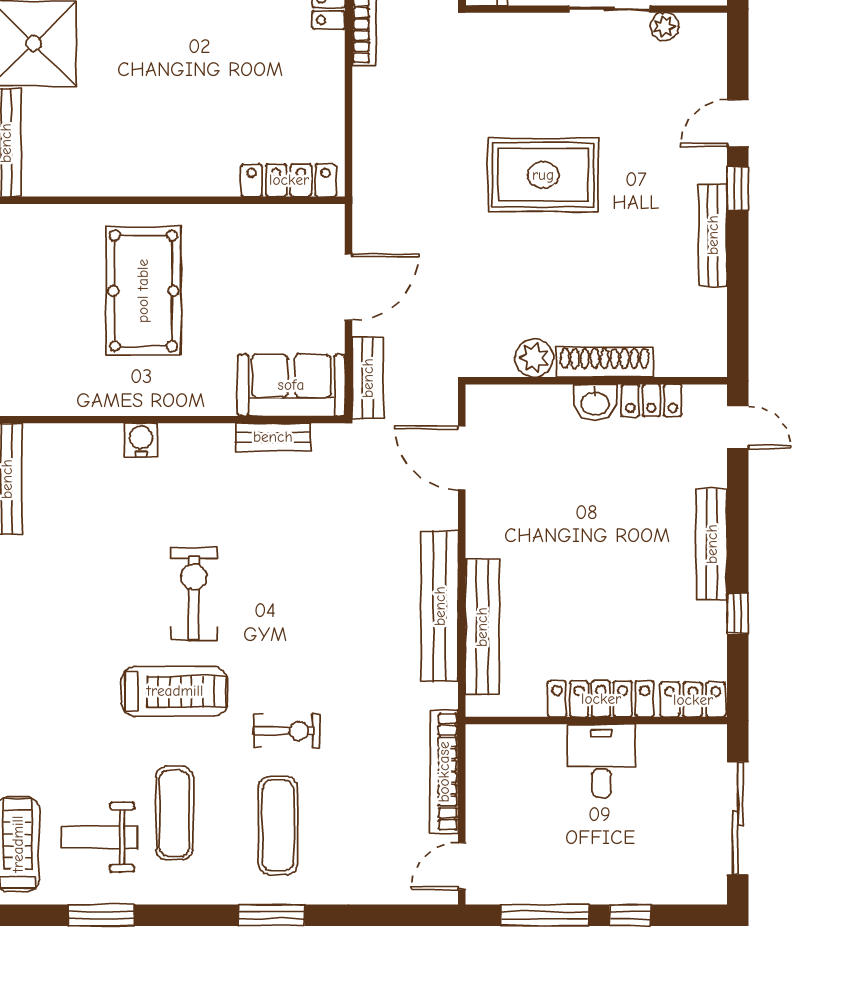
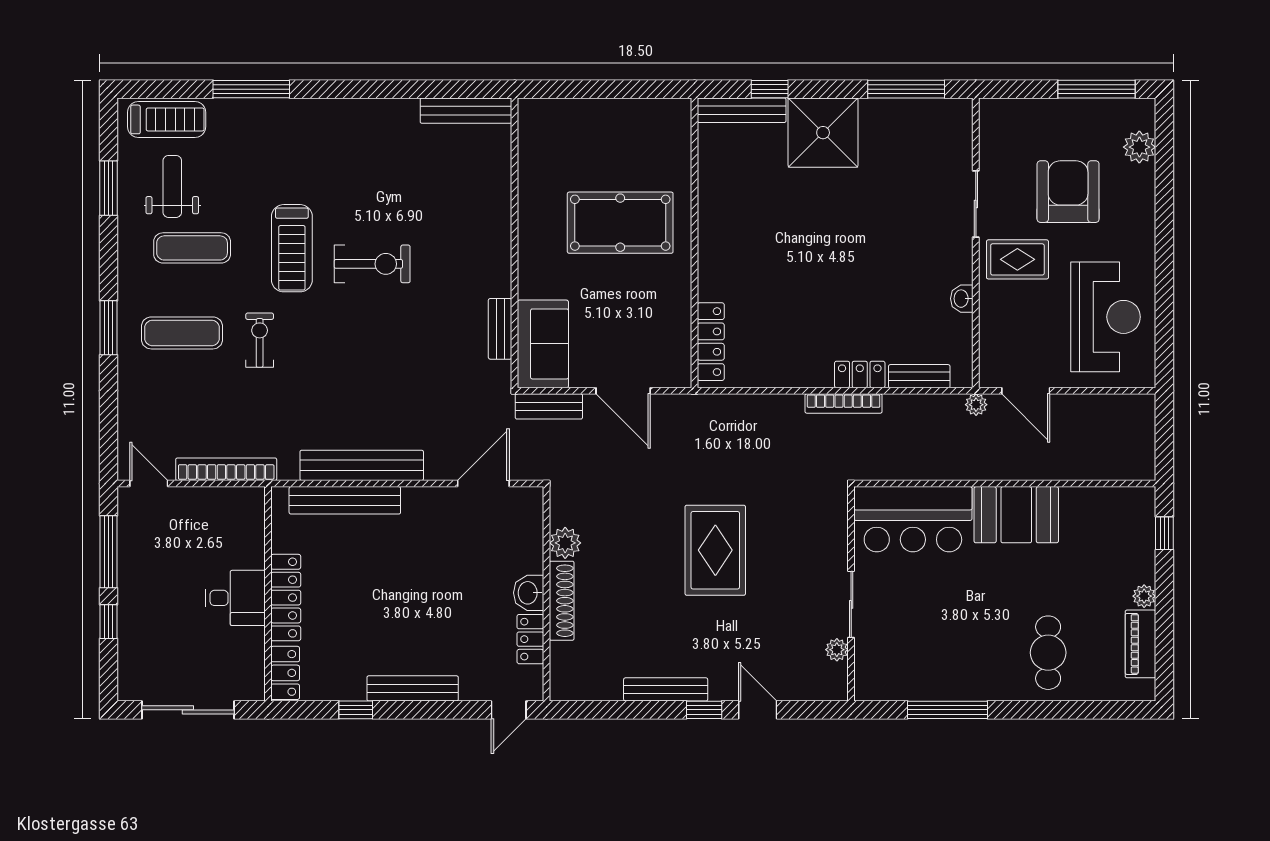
water cooler: (141, 440) -> (498, 221), removed
exercise bike: (287, 731) -> (260, 340), turned 180

